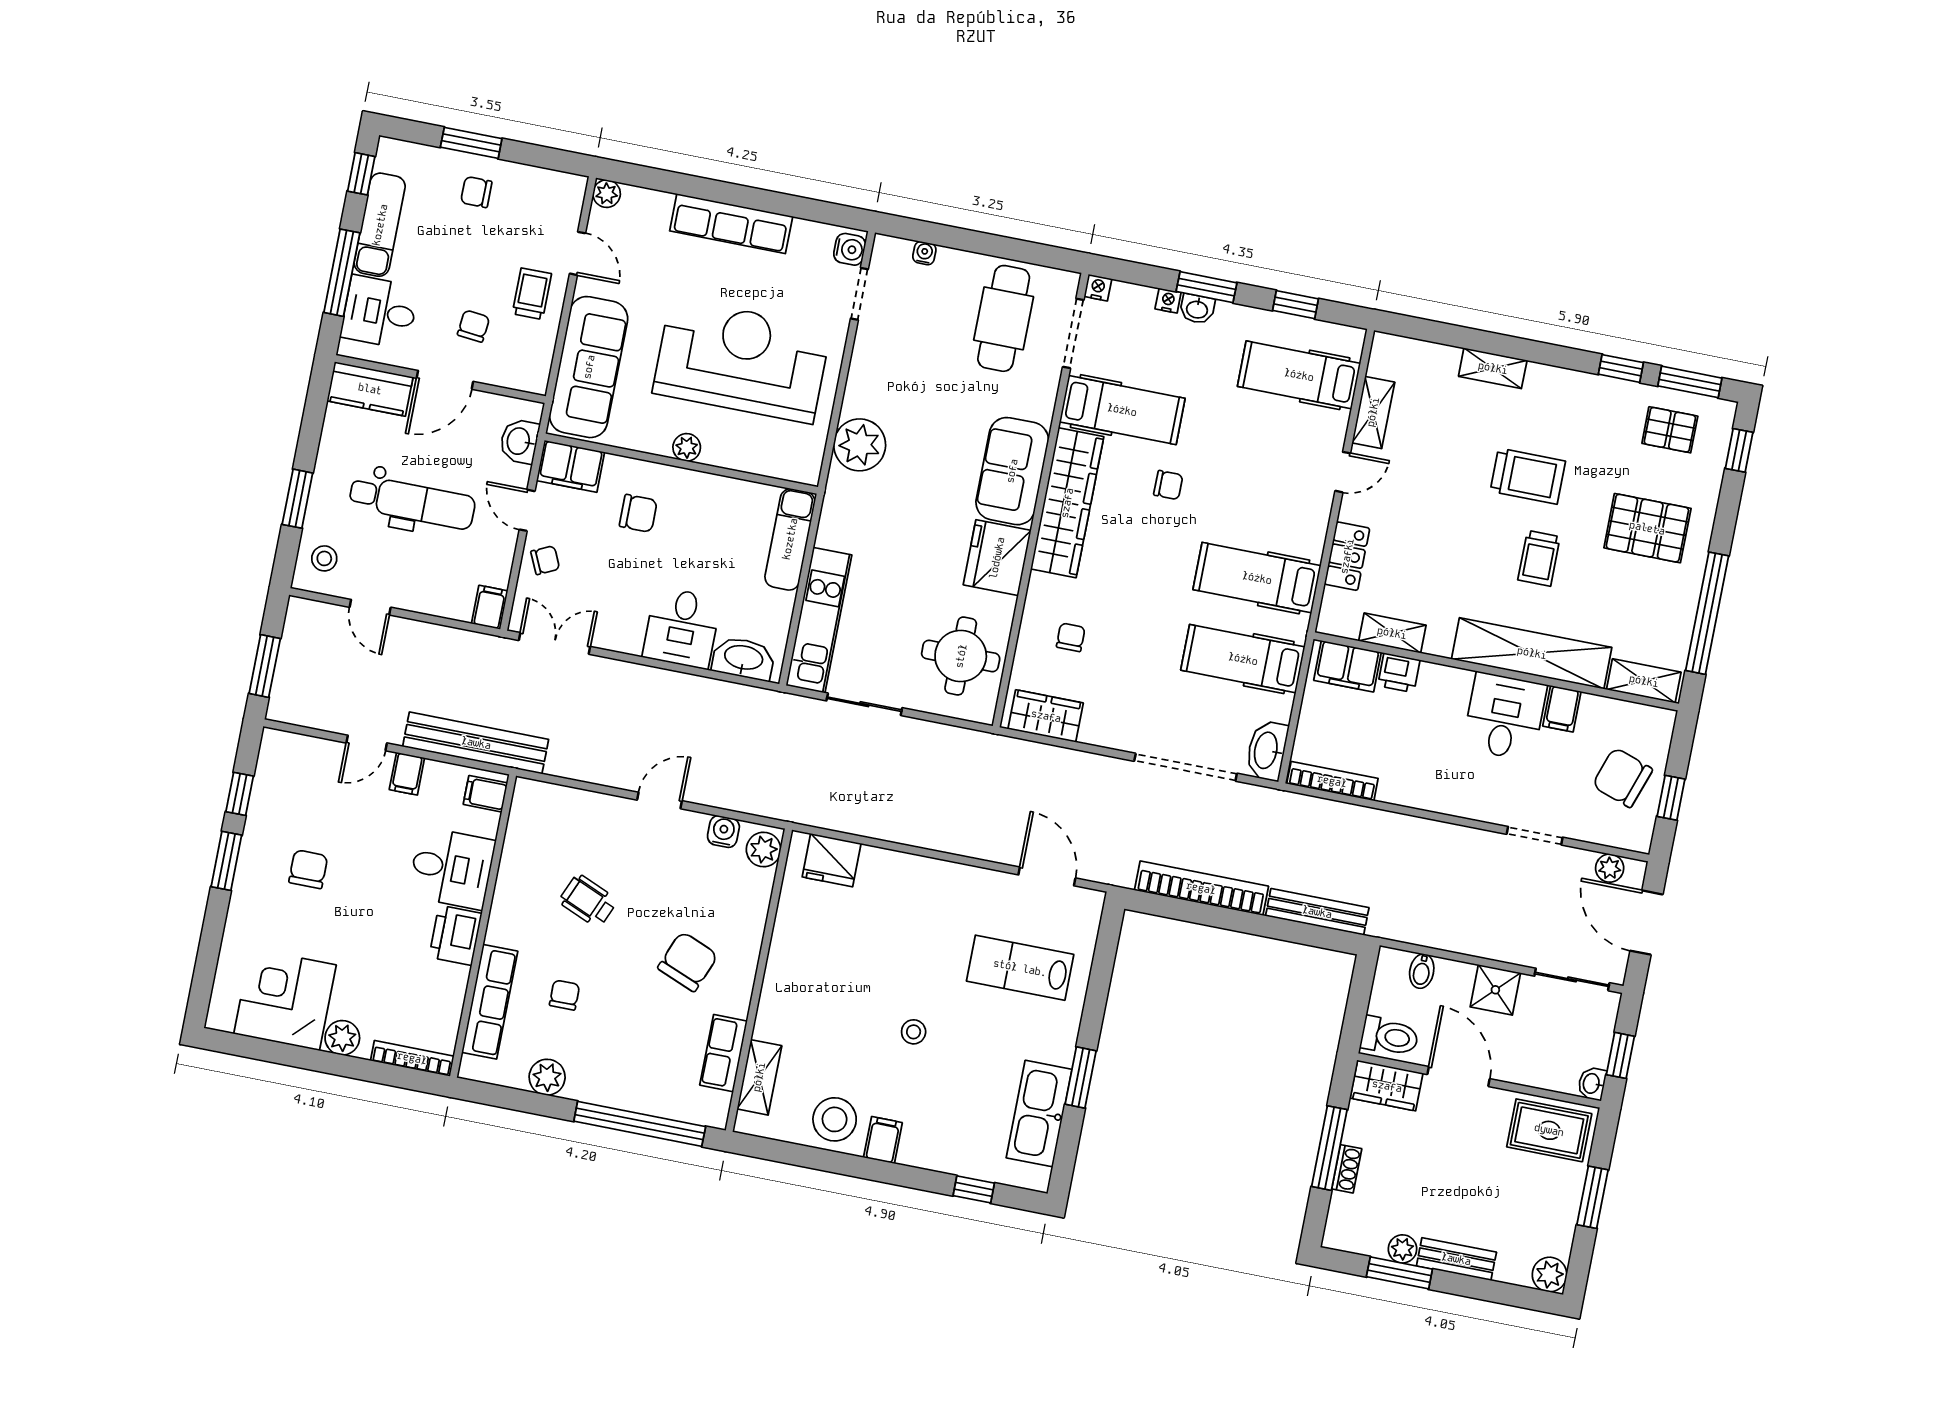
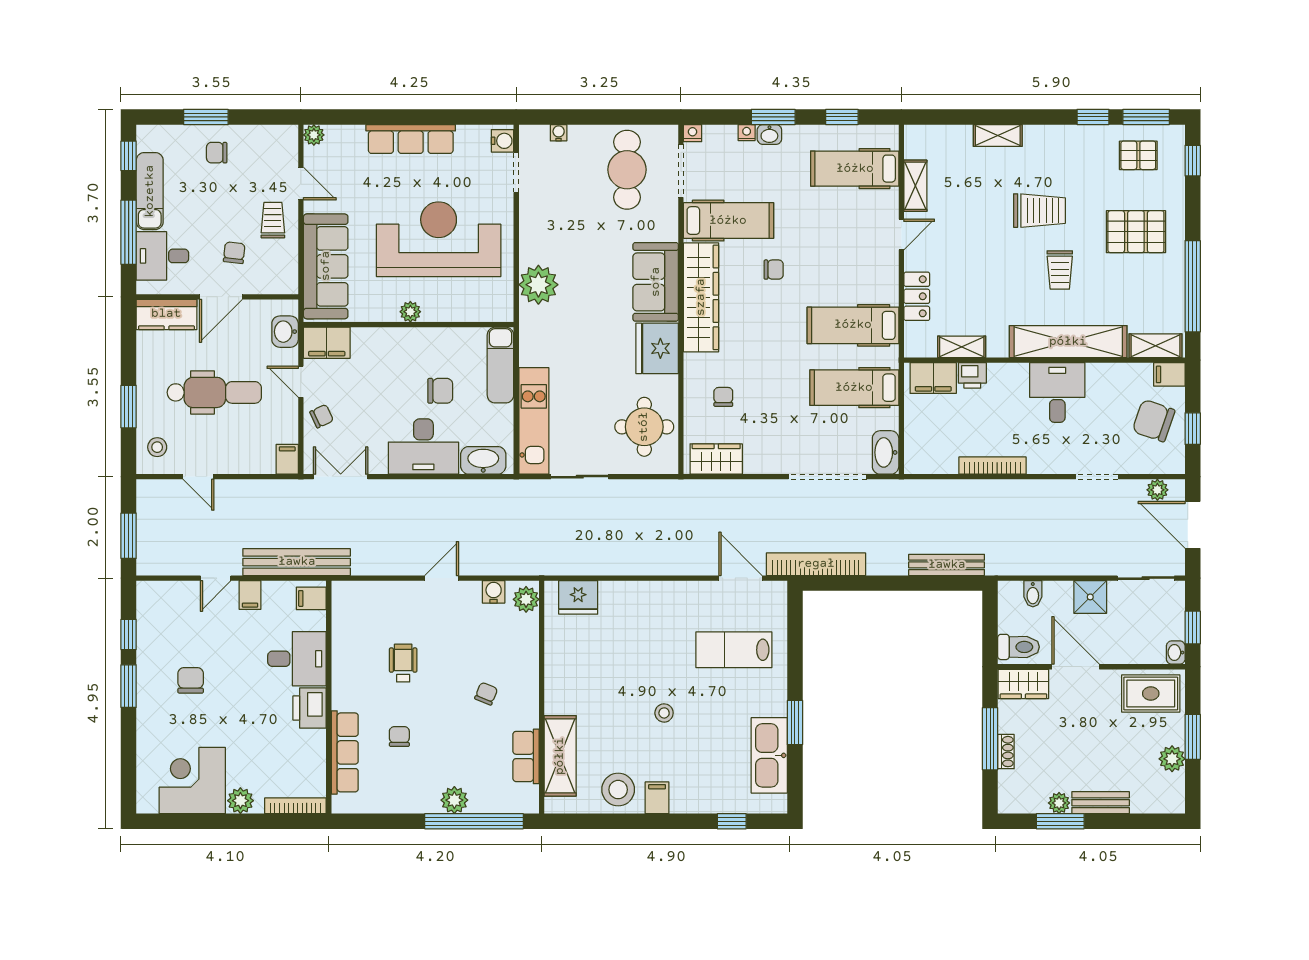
chair: (638, 513) -> (440, 391), moved
desk: (682, 628) -> (423, 447), width x1.37
filing cabinet: (1562, 709) -> (1169, 374), moved, turned 90
bookcase: (1332, 781) -> (993, 466), moved
bookcase: (1201, 888) -> (816, 564), moved
wheelchair: (588, 901) -> (403, 663), turned 67
chair: (688, 962) -> (486, 694), width x0.54, depth x0.54
plant: (547, 1077) -> (454, 800), moved
shelving: (759, 1077) -> (560, 756), width x1.50, depth x1.33
plant: (1550, 1275) -> (1172, 759), moved

